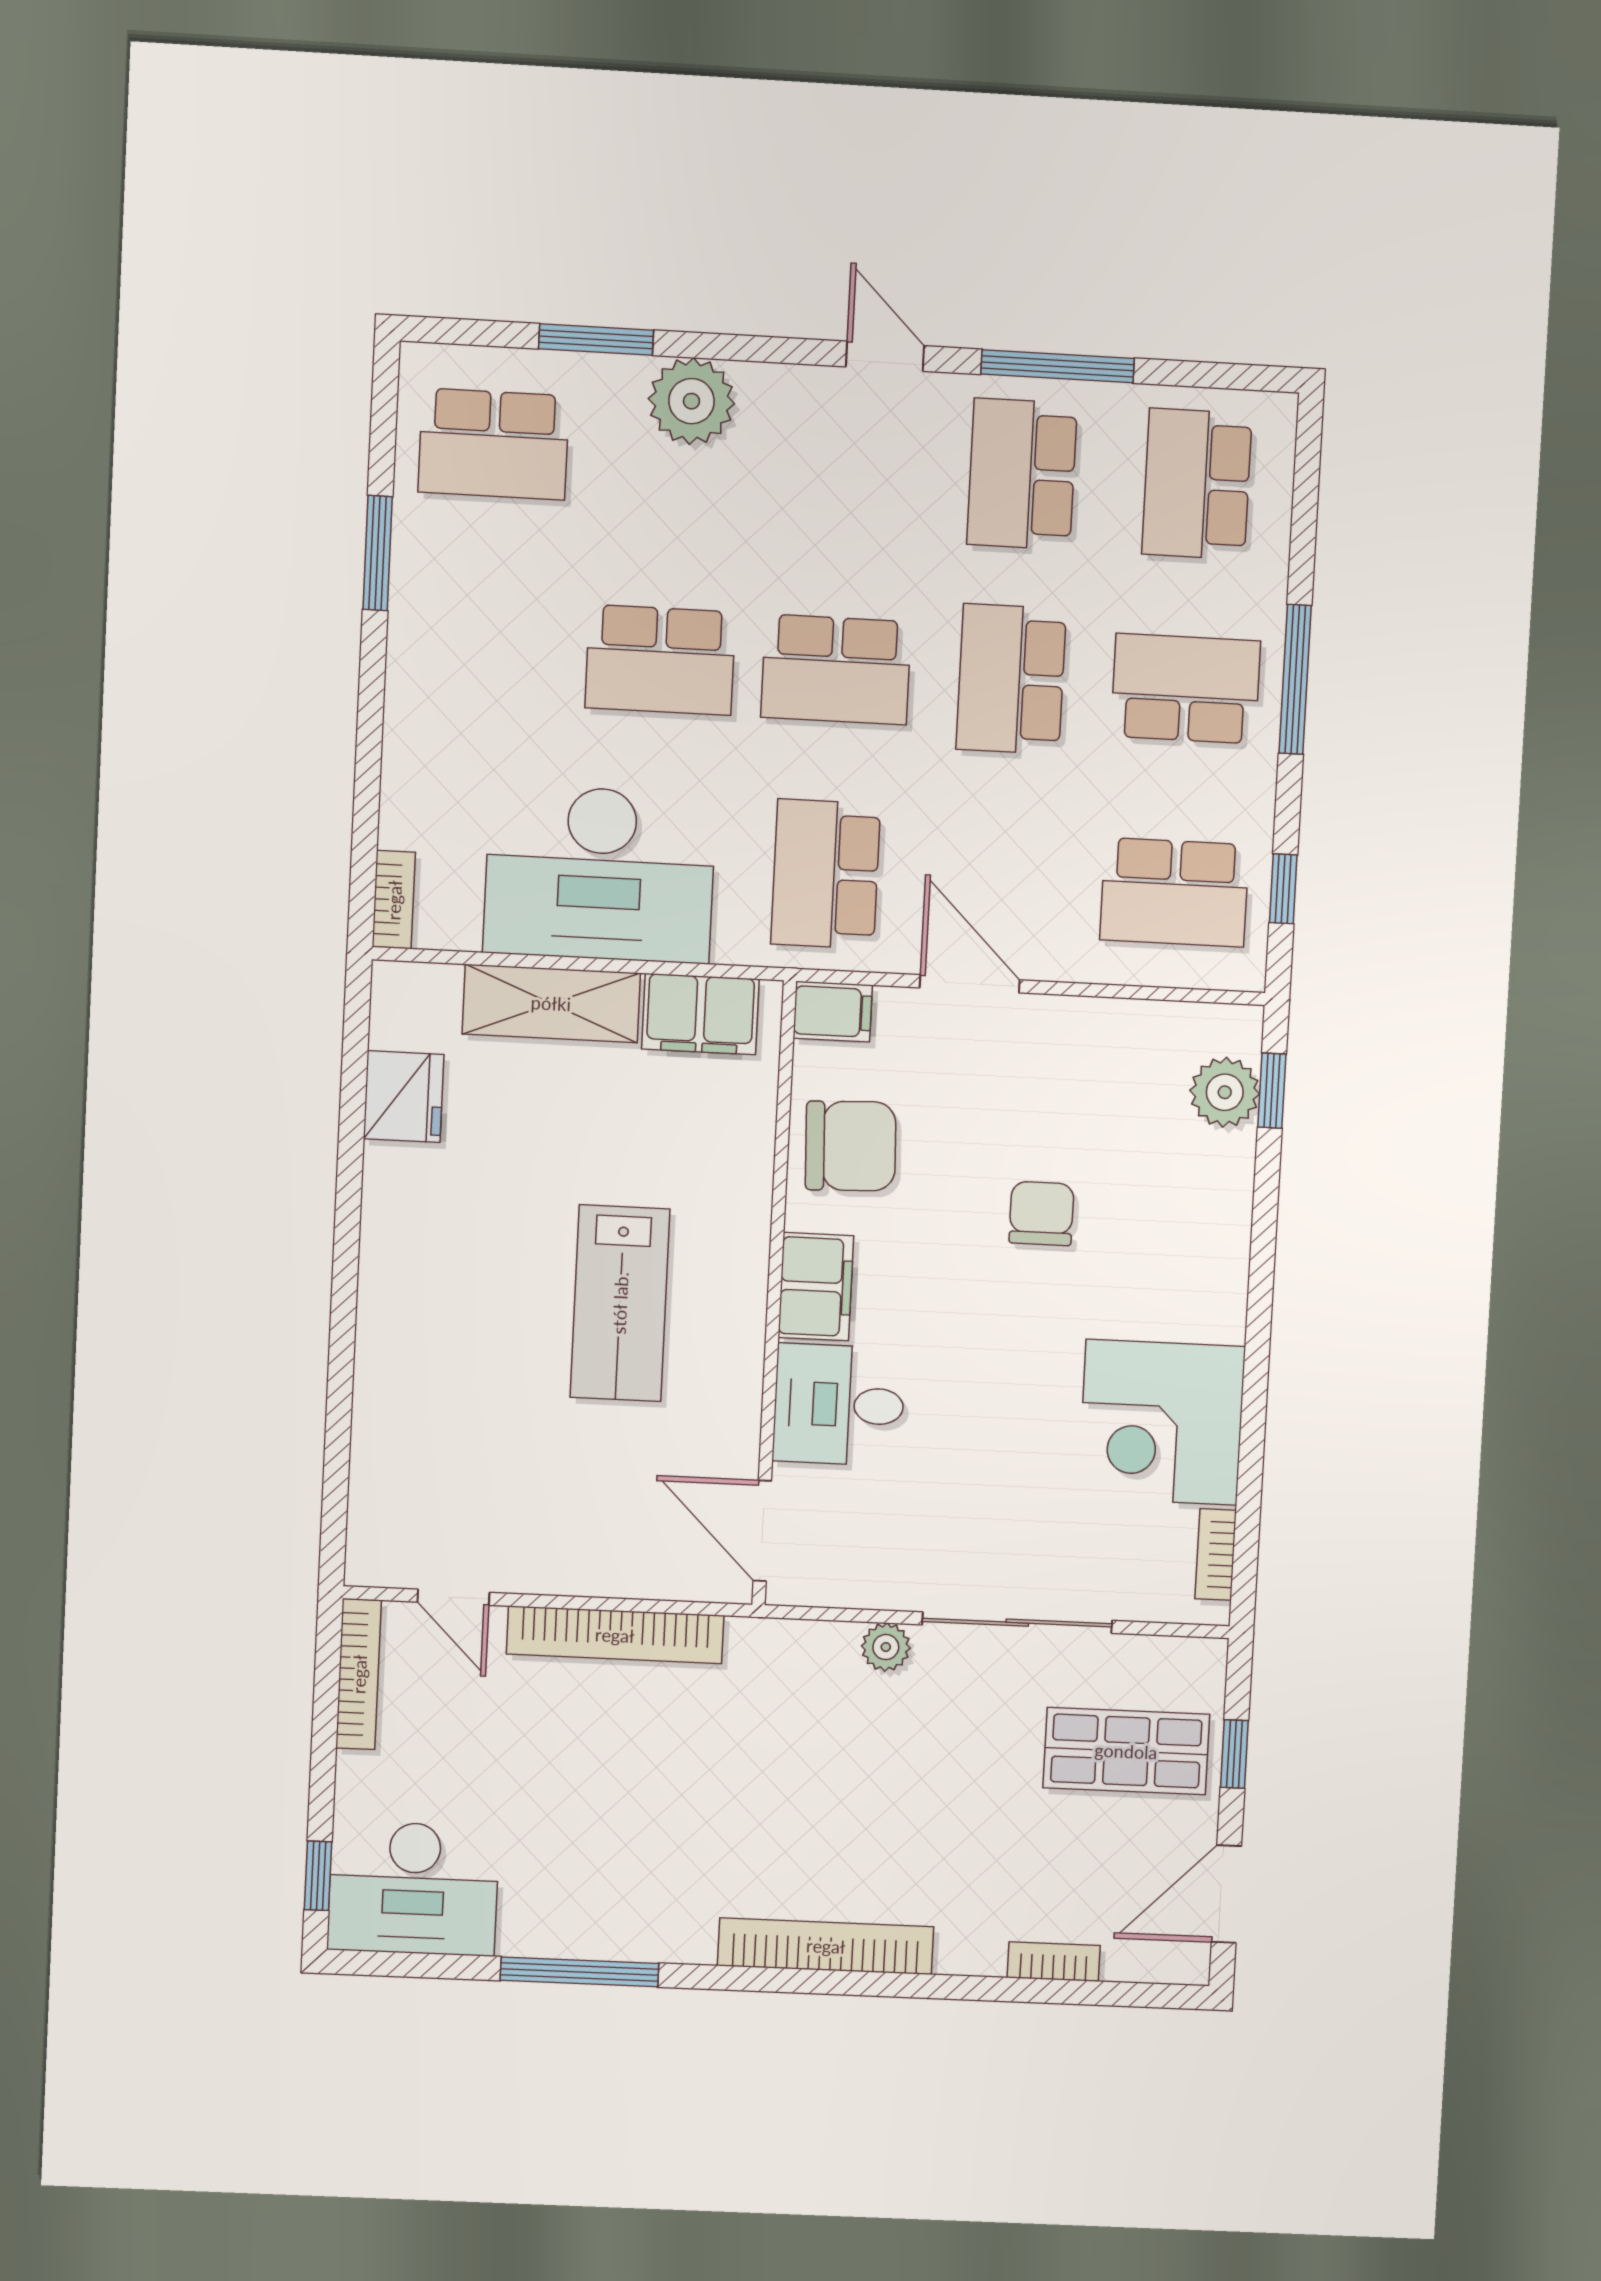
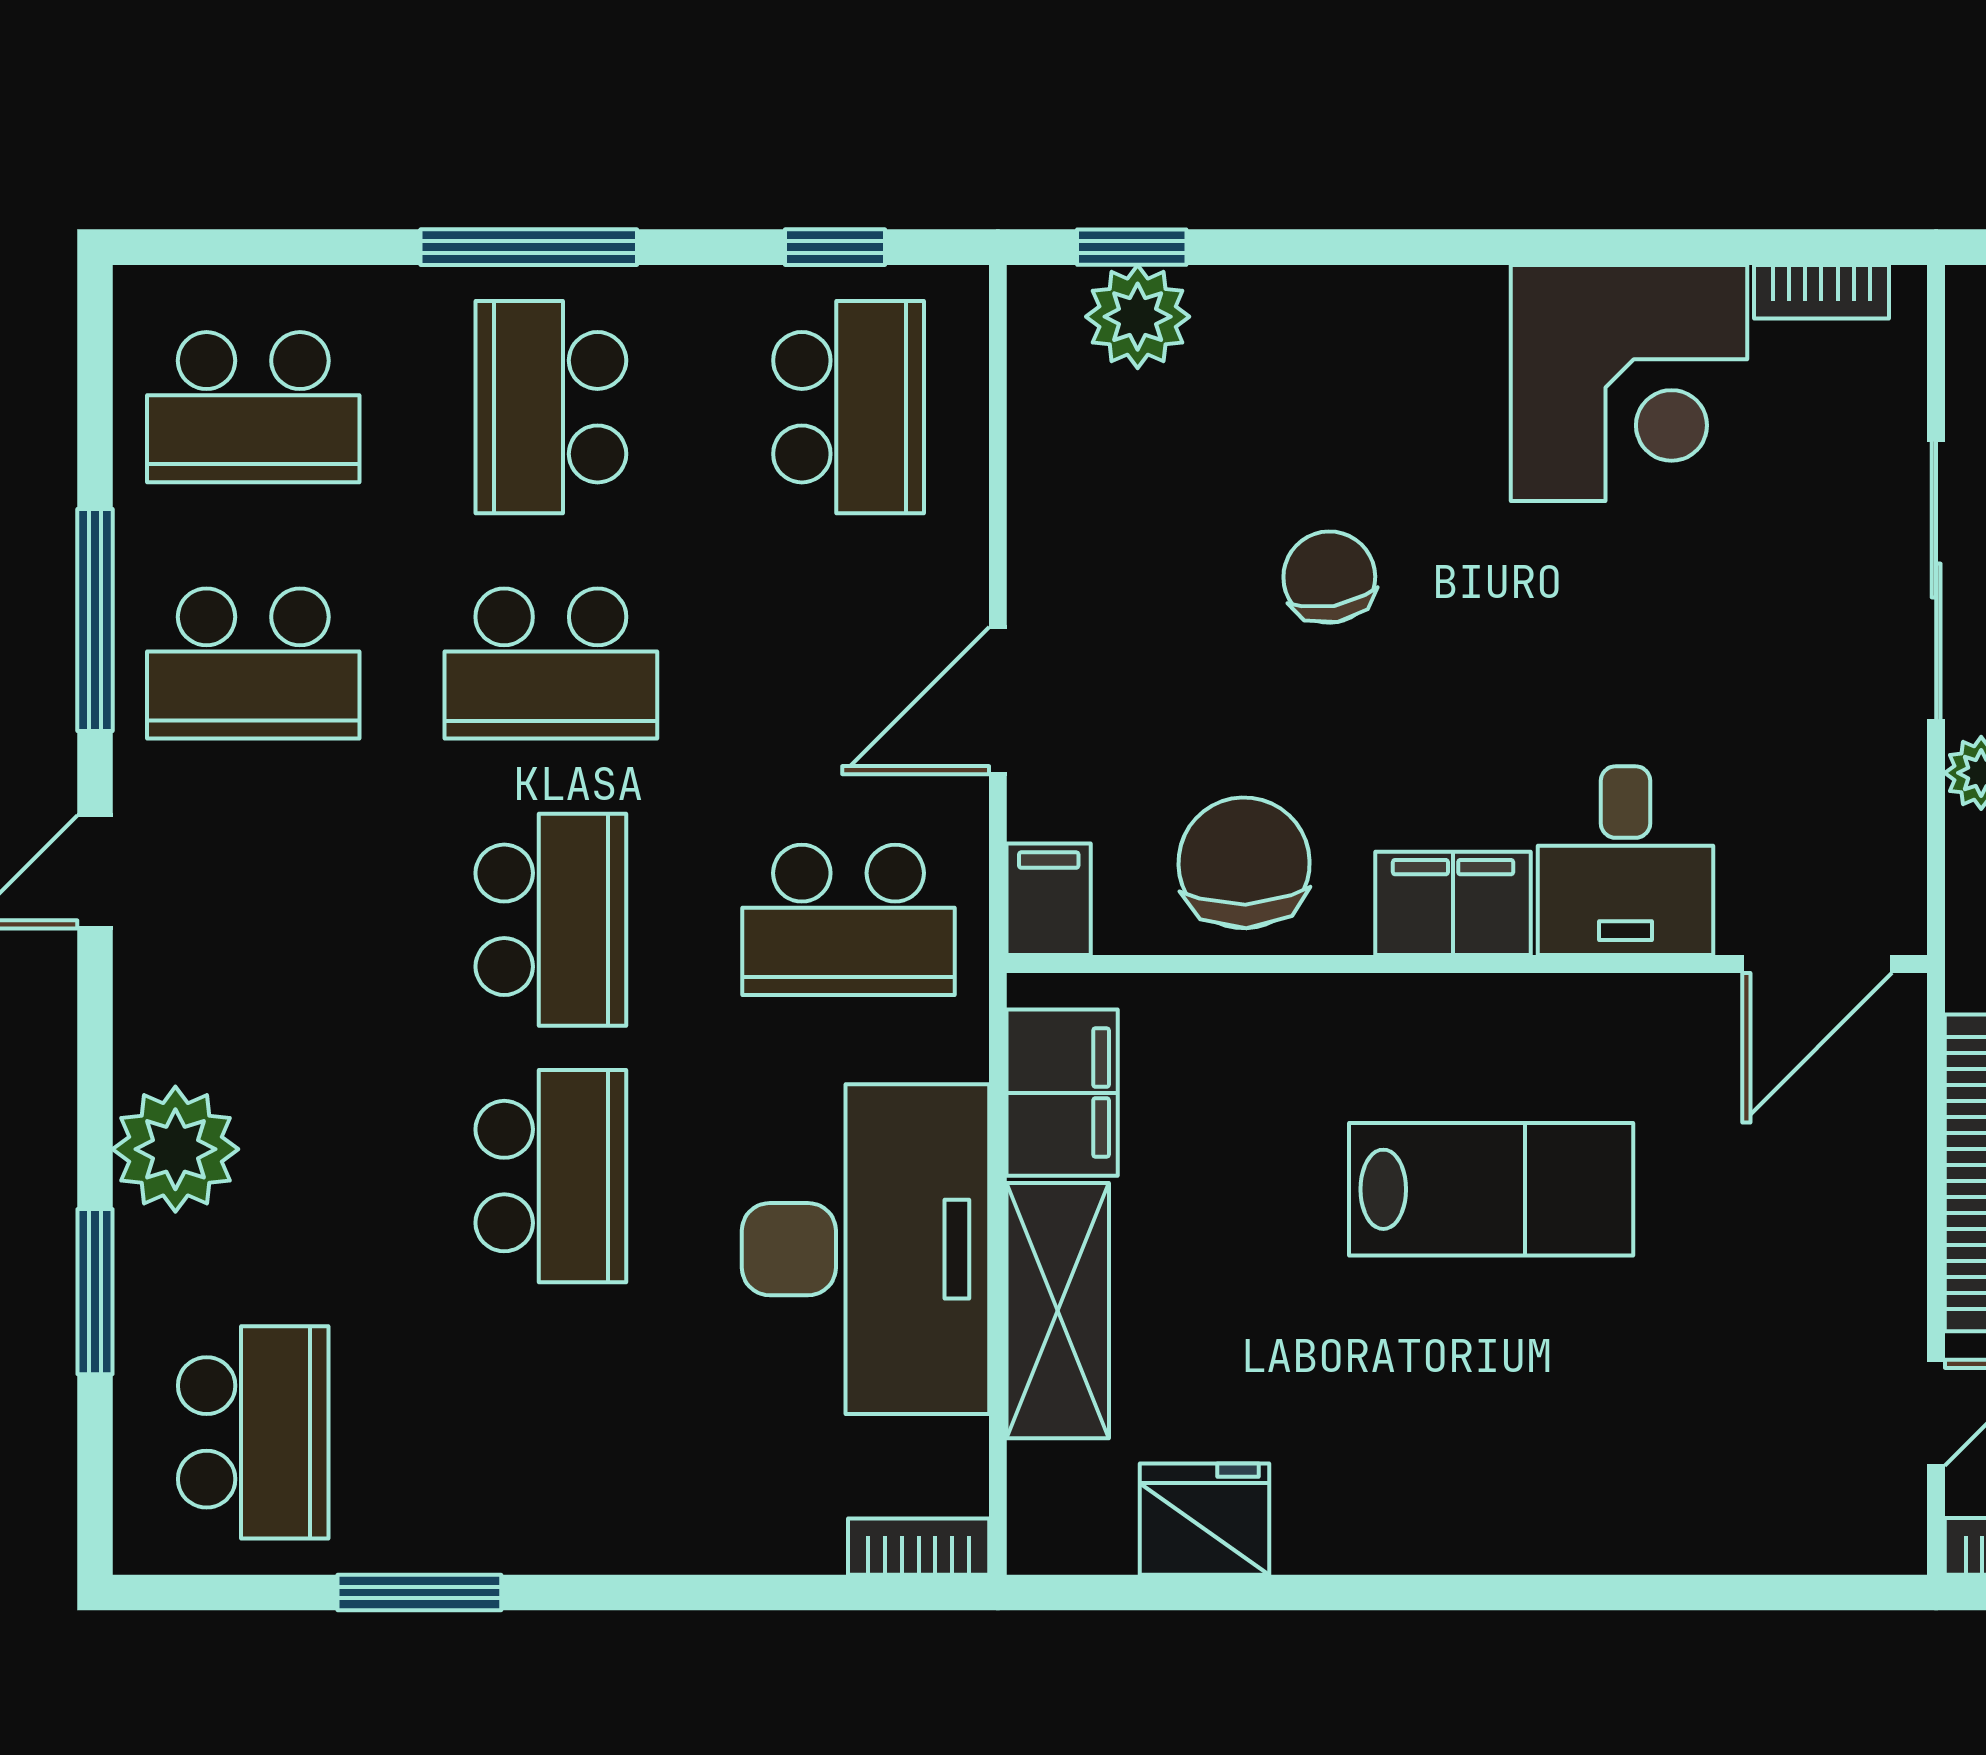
chair: (1041, 1213) -> (1329, 577), turned 80

